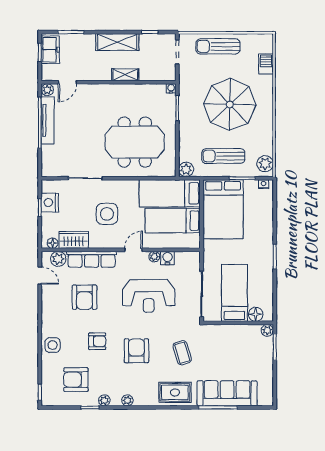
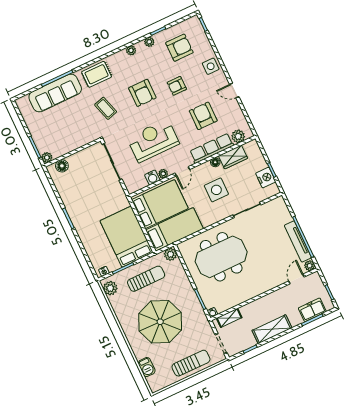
freezer: (50, 50) -> (312, 310), moved, turned 90
shelving: (125, 75) -> (229, 318), moved
bed: (173, 221) -> (160, 204), width x1.50
floor lamp: (53, 243) -> (215, 162), moved
door: (40, 276) -> (234, 90), moved
bed: (234, 293) -> (87, 175), removed

